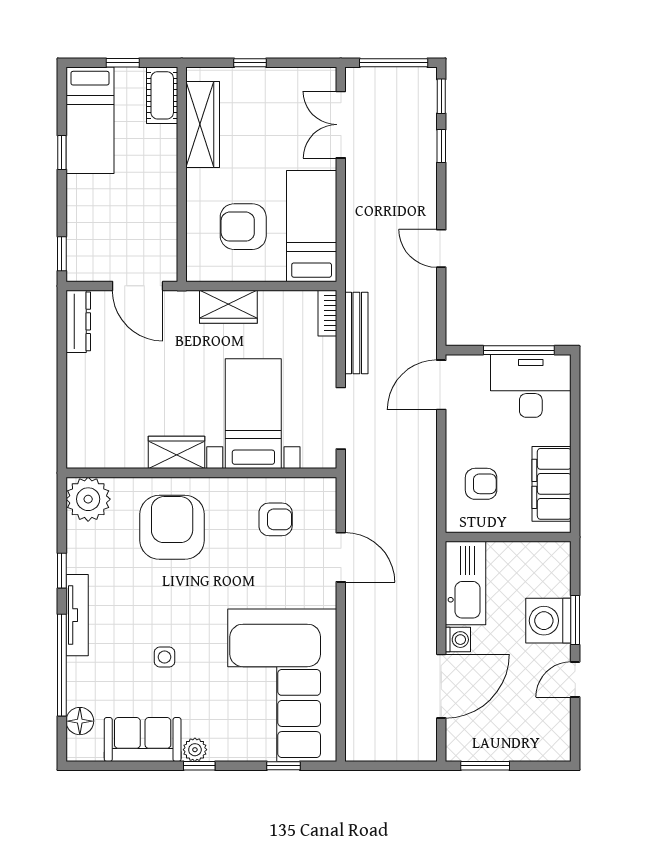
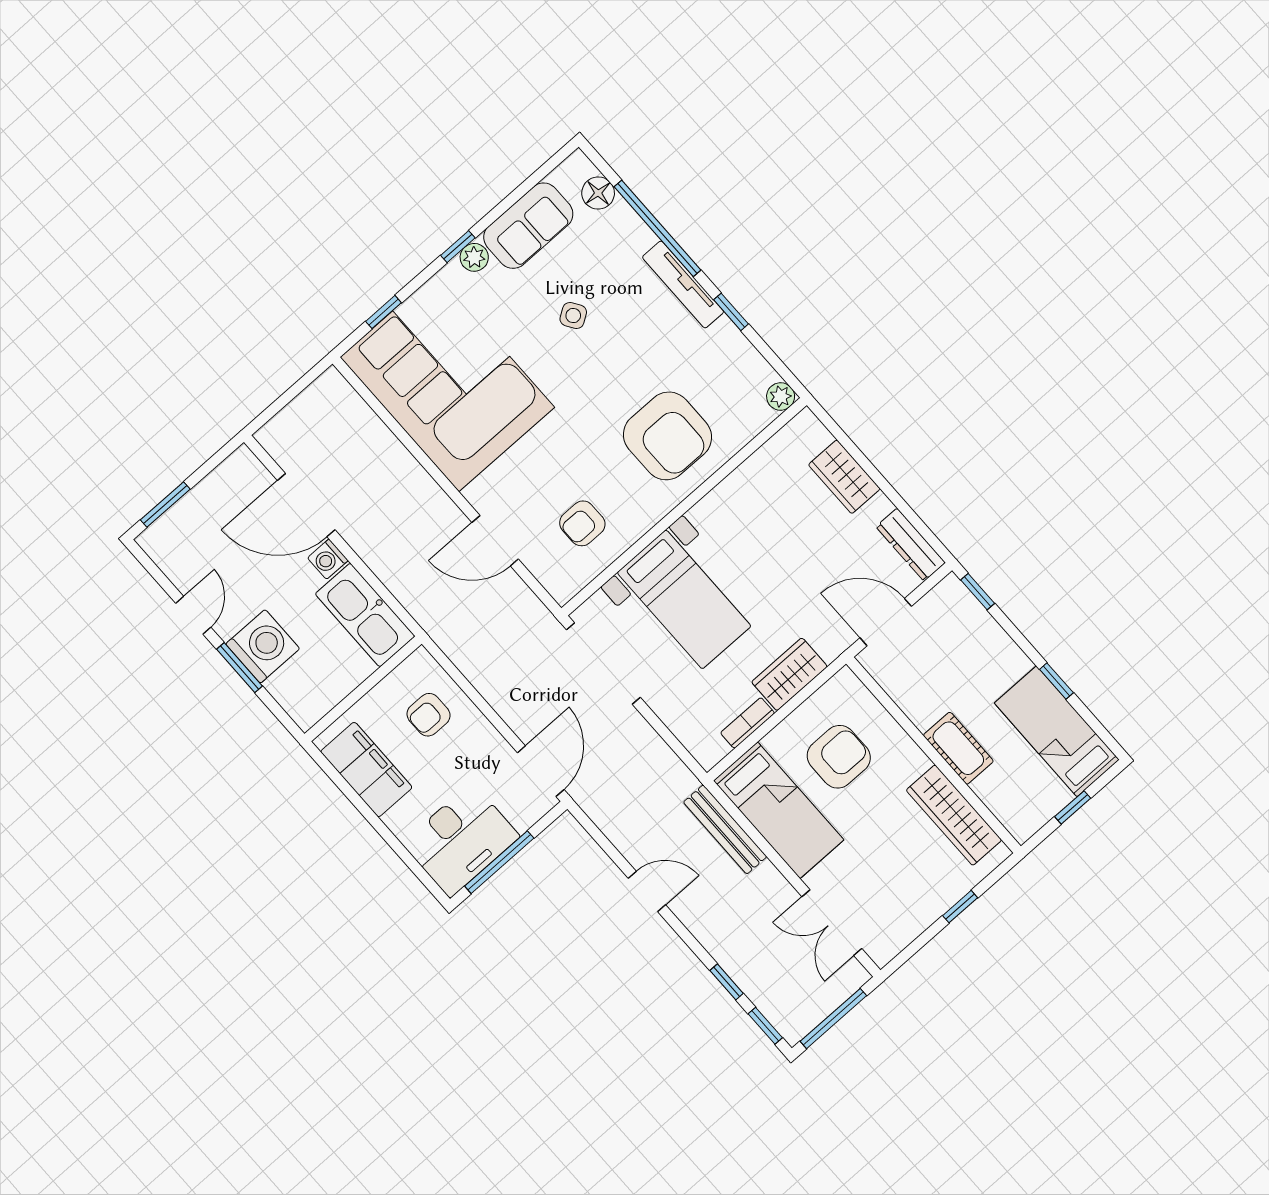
cot: (162, 95) -> (958, 748), moved
double door: (341, 125) -> (832, 923), swing flipped
bookcase: (327, 313) -> (748, 723), moved, turned -90
bench: (356, 333) -> (725, 829), moved
doorway: (341, 418) -> (603, 663), width x1.36
wardrobe: (177, 452) -> (844, 477), moved, turned 90
plant: (88, 499) -> (781, 396), width x0.53, depth x0.53
side table: (164, 657) -> (573, 316), turned -33
door: (441, 686) -> (306, 505), hinge flipped
window: (485, 766) -> (165, 505), moved

